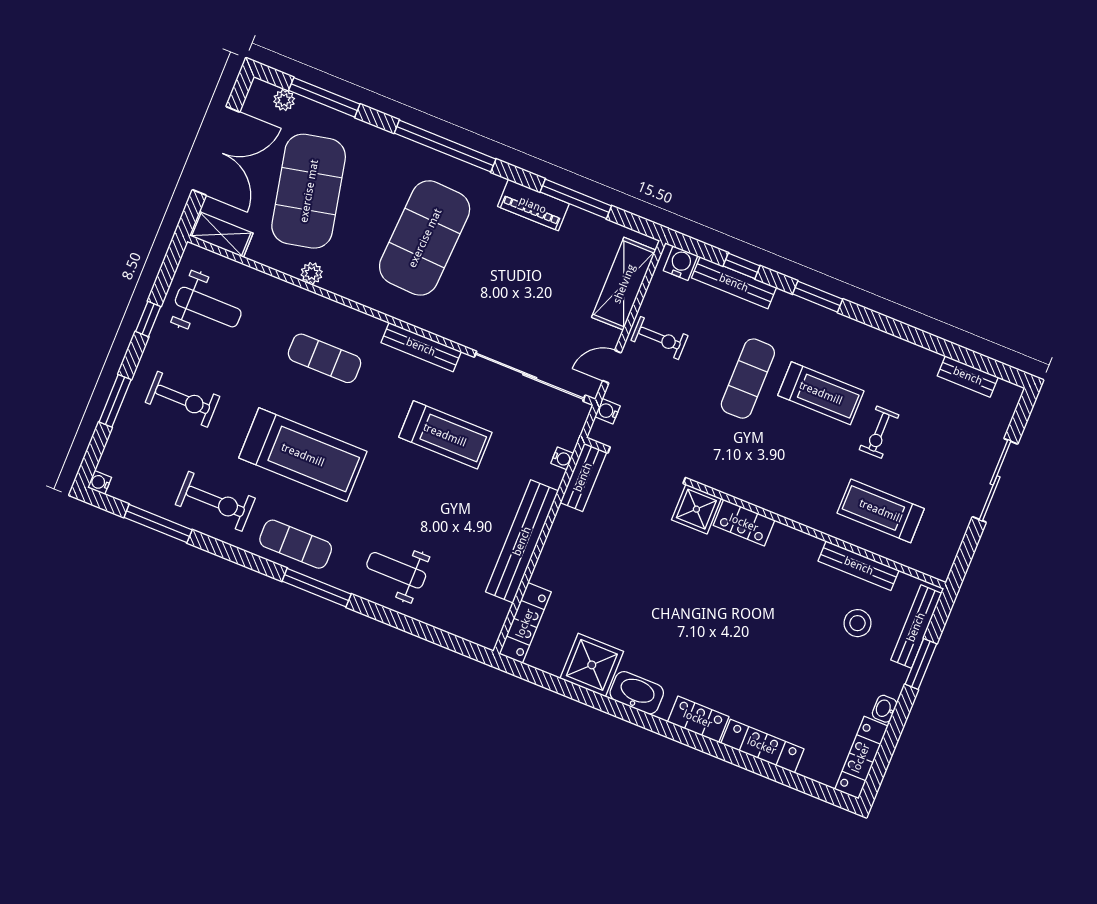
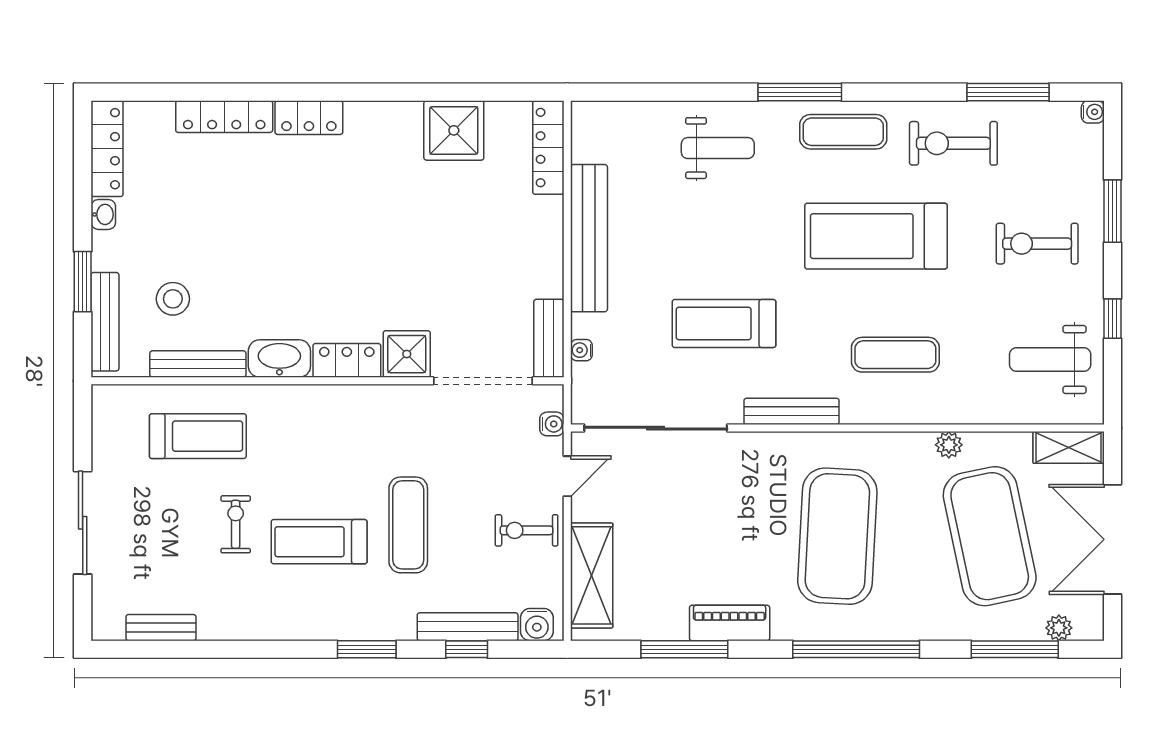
washbasin: (637, 693) -> (279, 359), moved, turned 180

